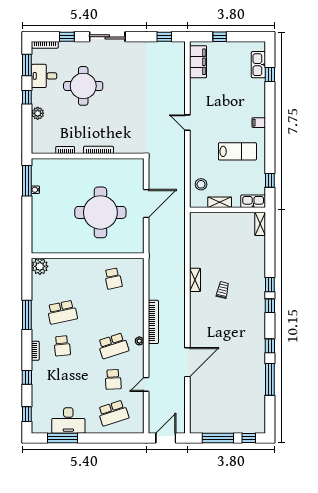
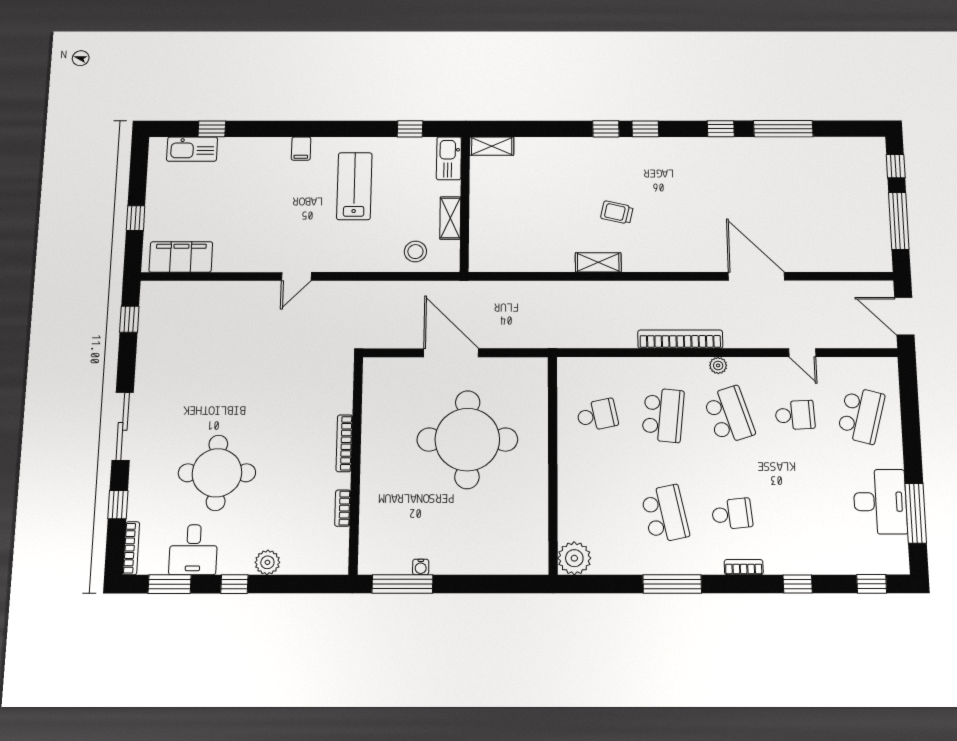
school desk: (113, 312) -> (663, 415), added
school desk: (113, 413) -> (861, 415), turned 33

